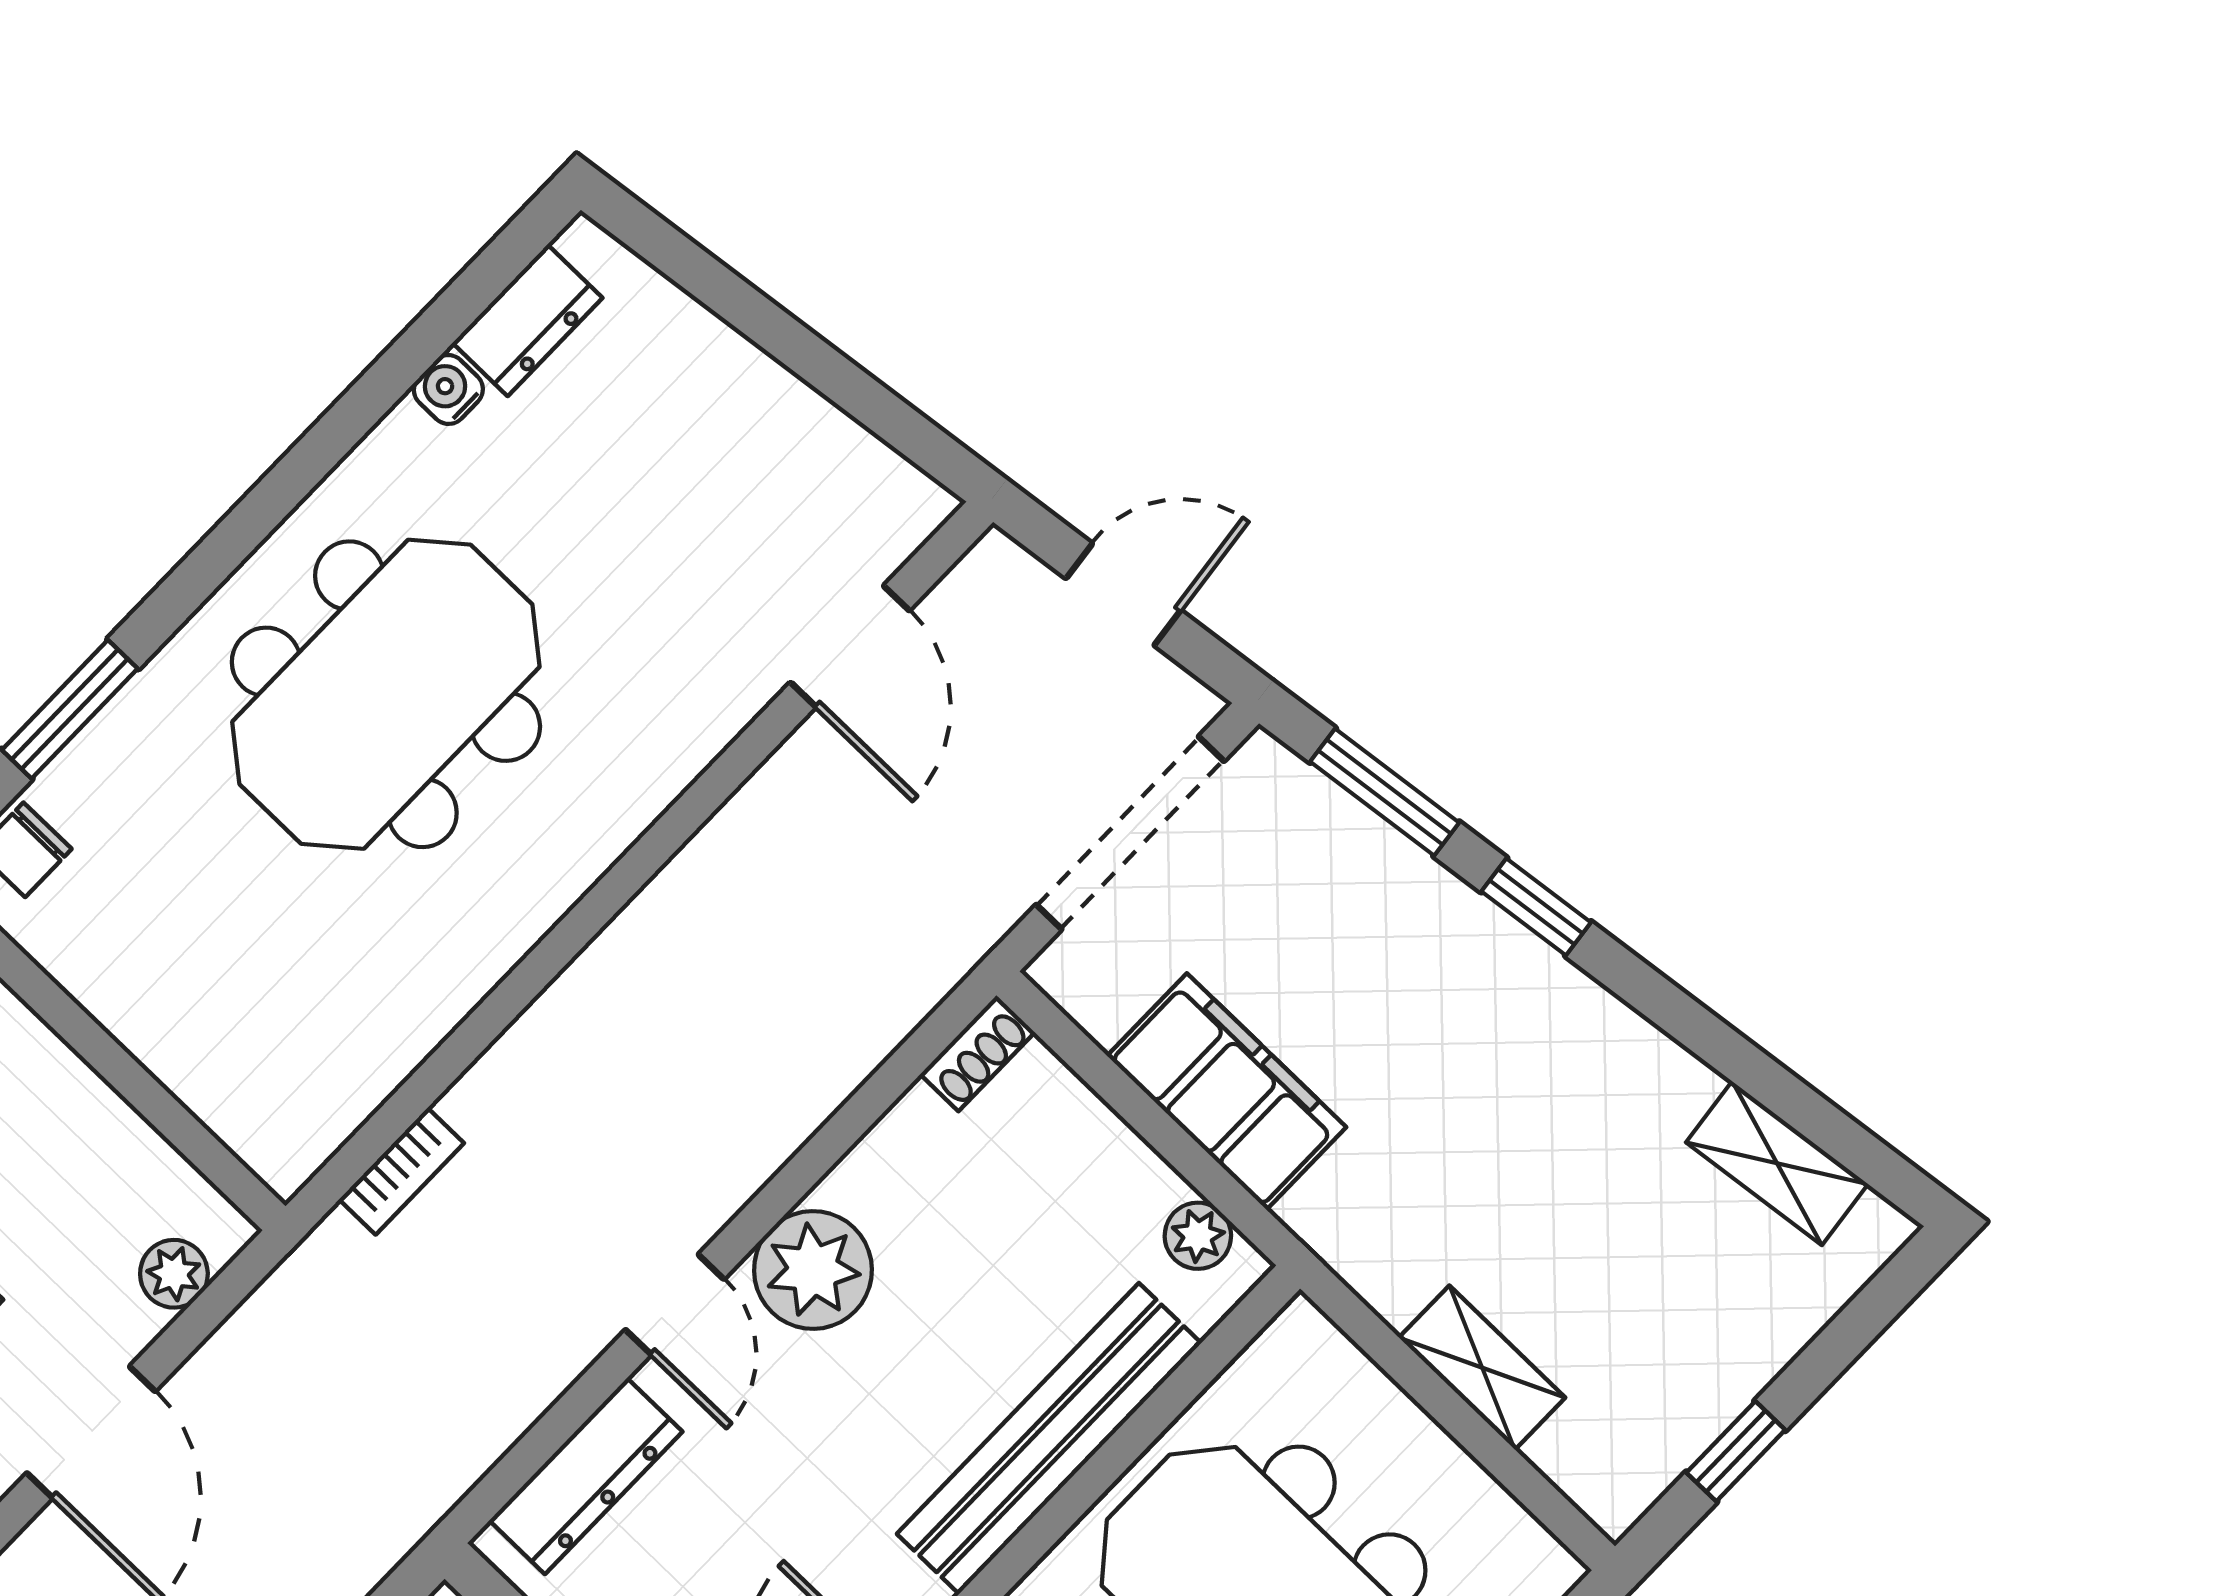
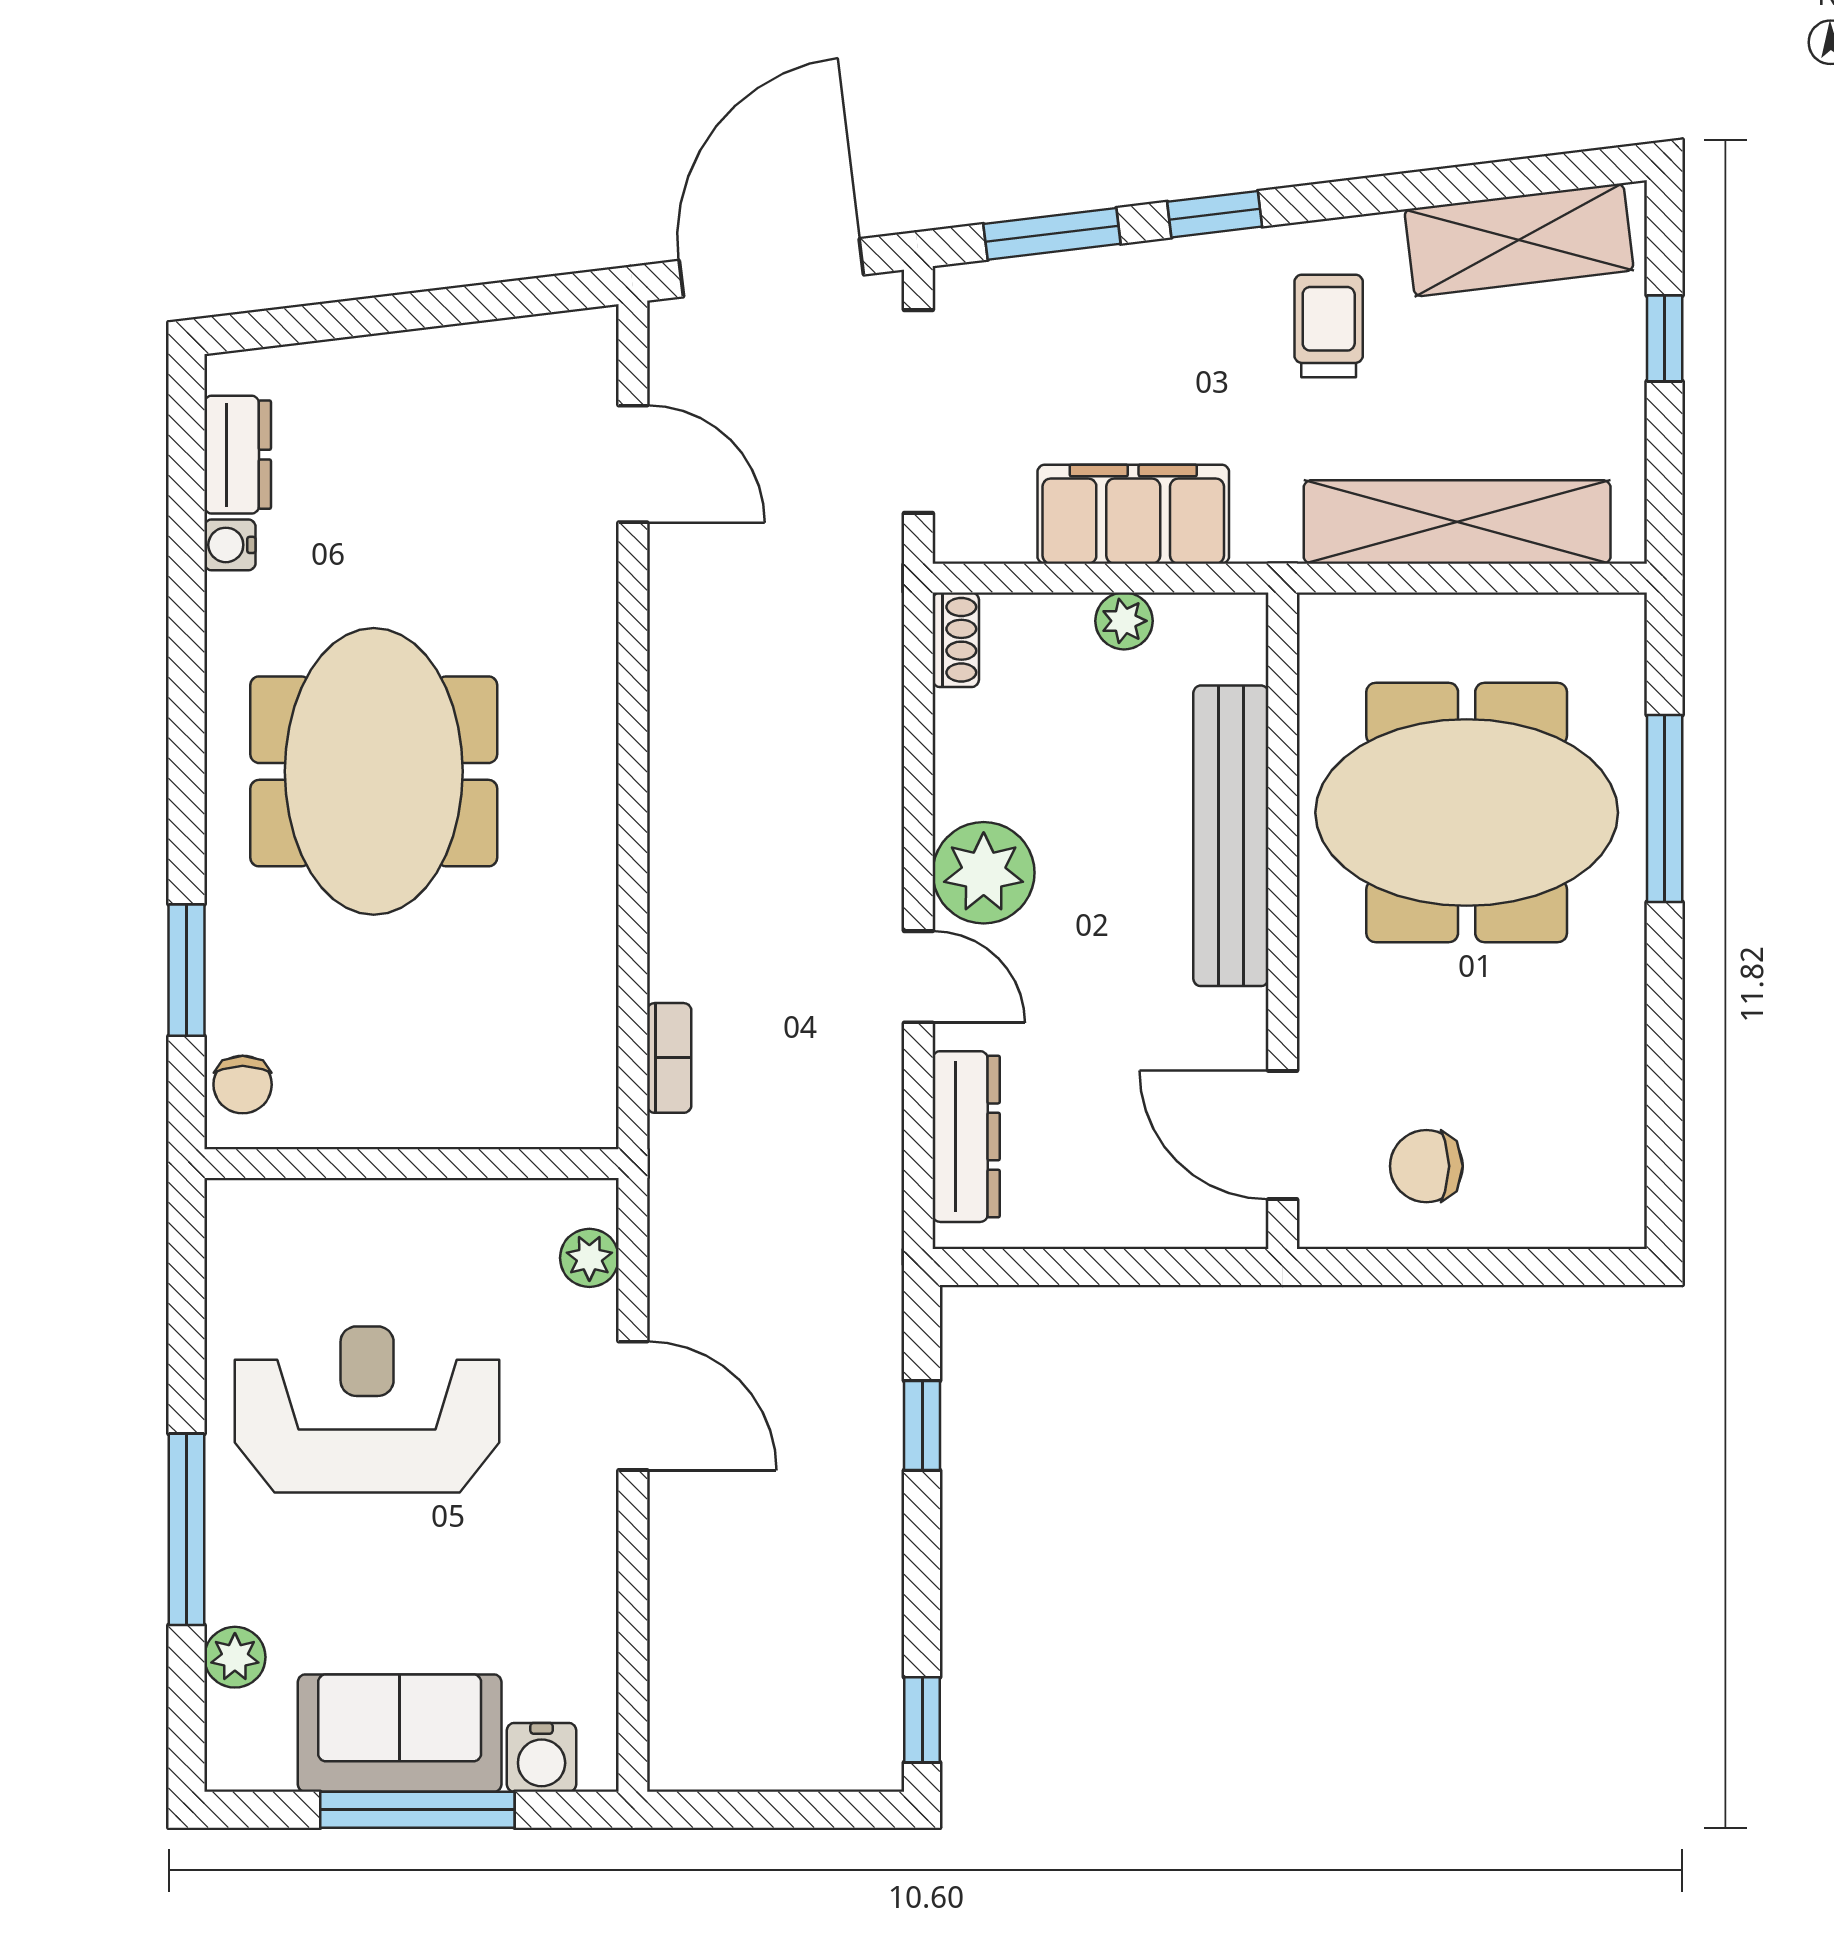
door: (1123, 594) -> (771, 268), width x1.87
trolley: (1541, 1092) -> (1329, 326), added
shelving: (1777, 1163) -> (1519, 240), width x1.50, depth x1.33
plant: (1198, 1236) -> (1124, 621), moved
shelving: (1482, 1368) -> (1457, 522), width x2.20, depth x1.33
window: (1736, 1451) -> (1665, 338), moved

